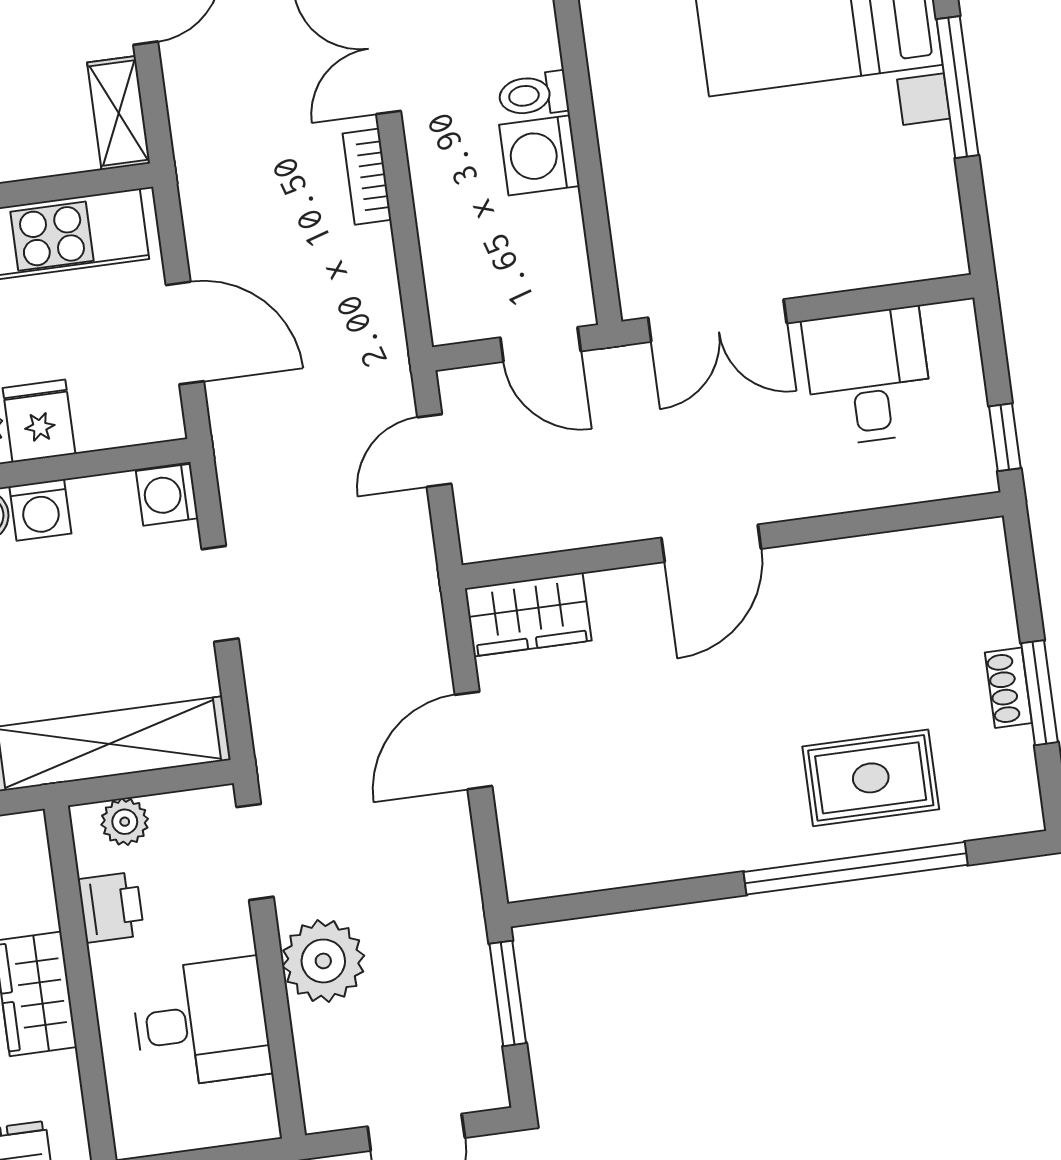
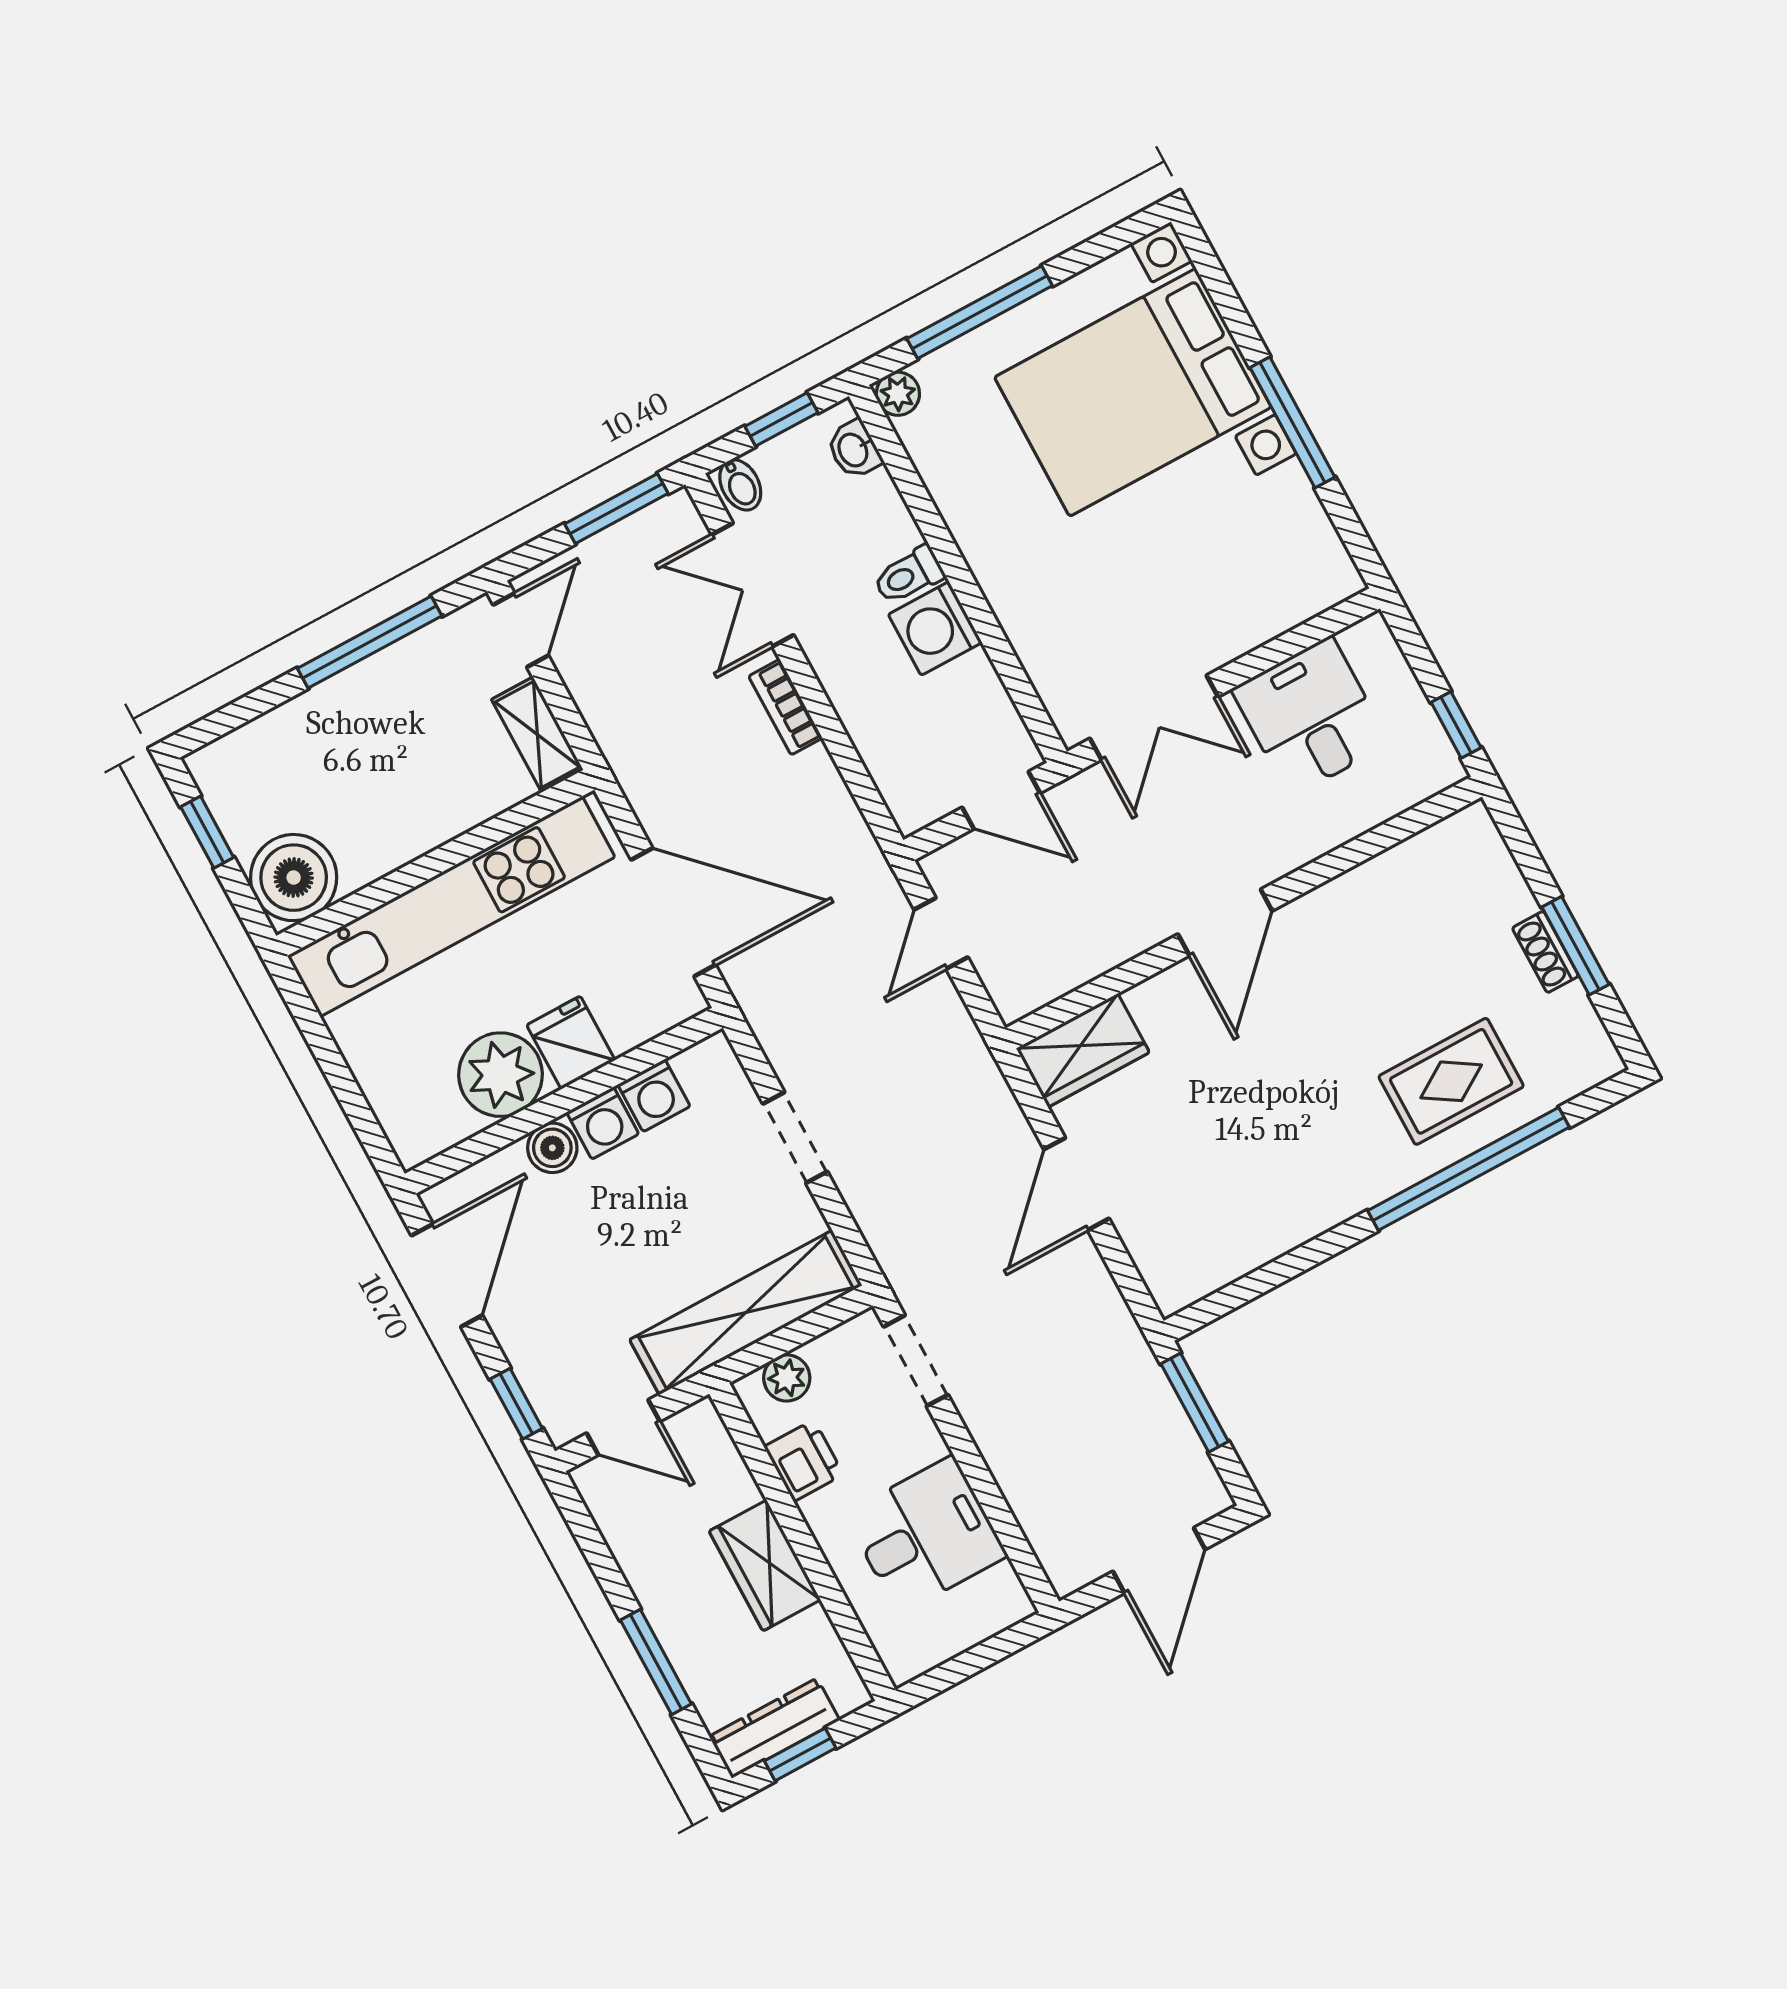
door: (185, 333) -> (673, 912), width x1.36
washing machine: (167, 495) -> (654, 1095), moved, turned -90
plant: (323, 961) -> (1016, 1436), removed

